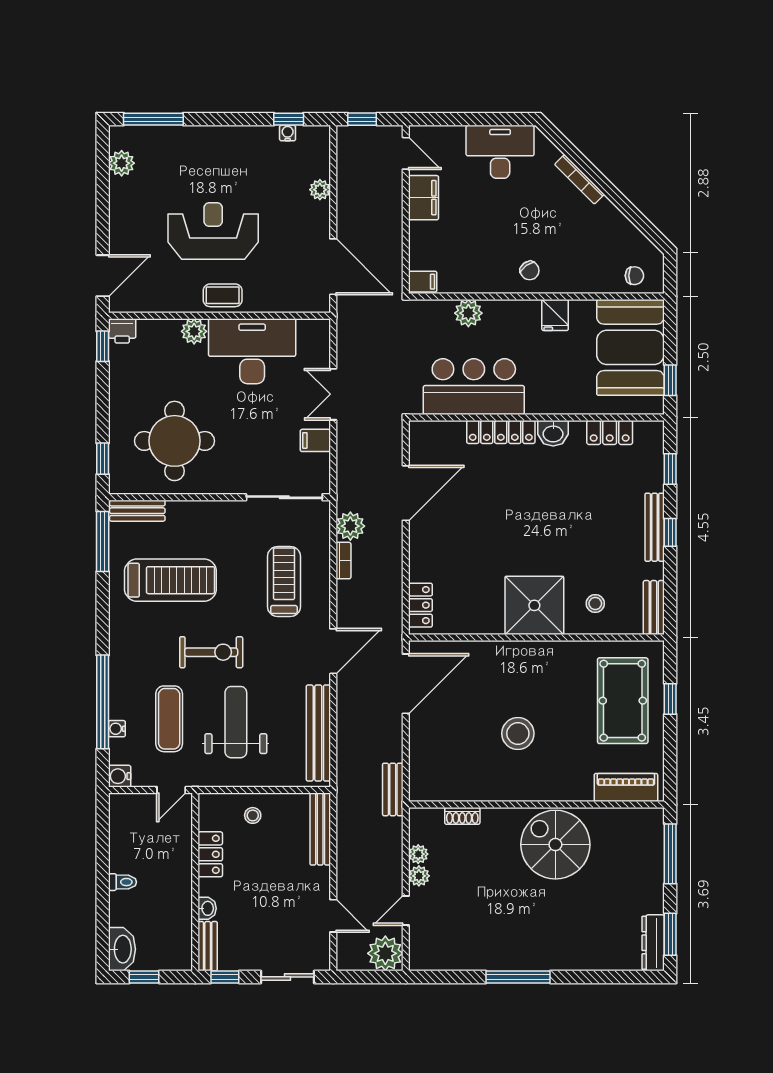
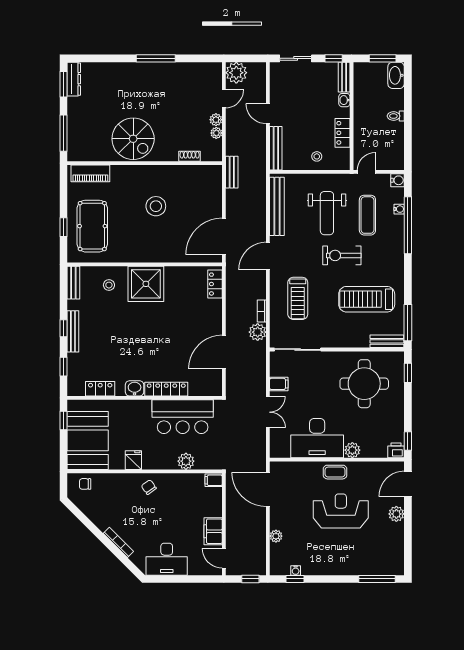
plant: (122, 163) -> (396, 514), moved
reception desk: (213, 231) -> (341, 511), turned 180
door: (333, 916) -> (268, 114), moved
window: (144, 977) -> (383, 58), width x1.50

